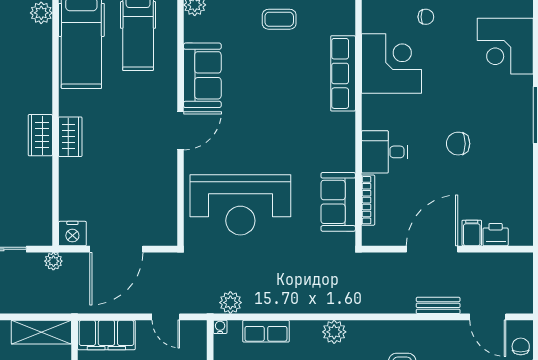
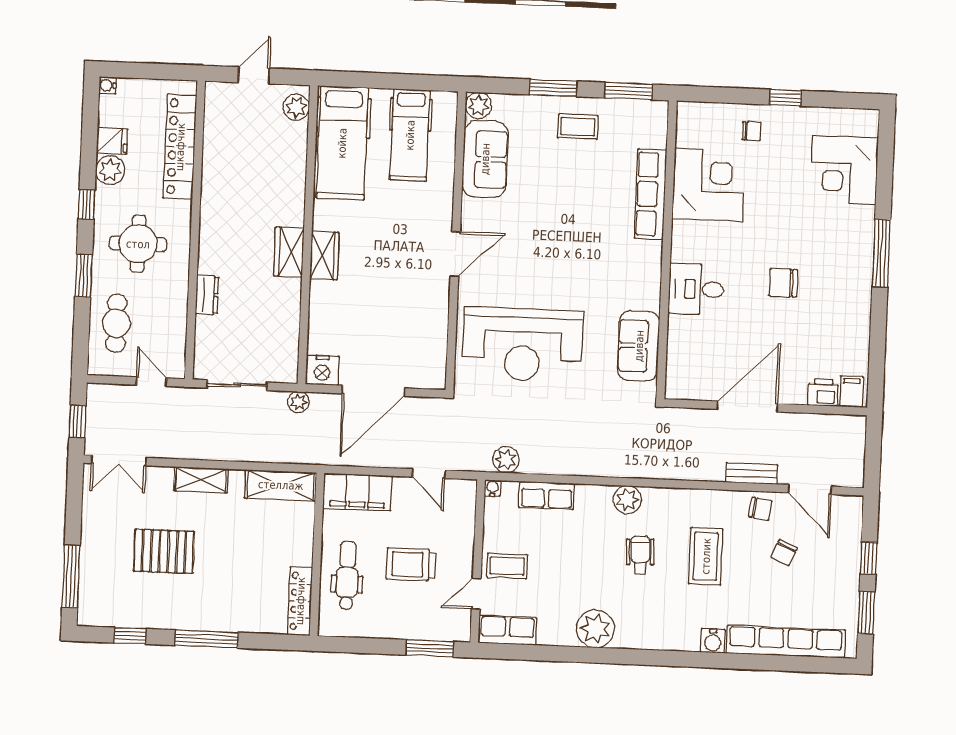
sofa: (202, 75) -> (485, 159), moved
bookcase: (368, 200) -> (674, 345), removed
filing cabinet: (472, 233) -> (852, 392), moved
chair: (521, 346) -> (760, 509), moved, turned 98

